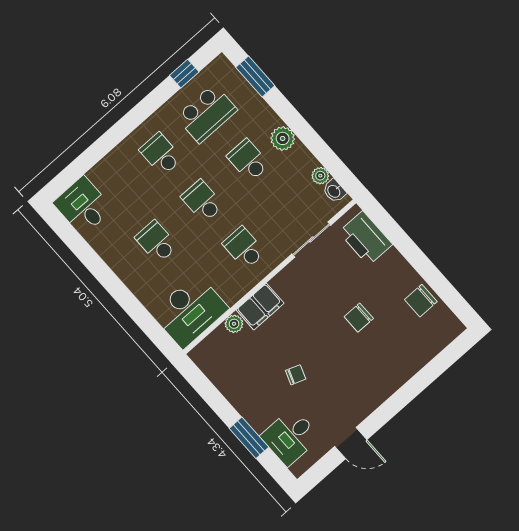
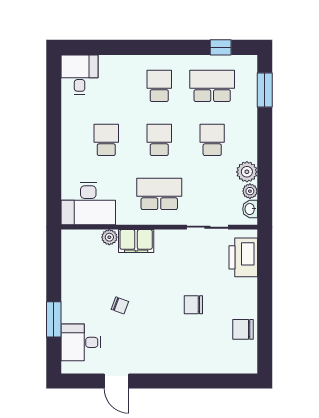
school desk: (207, 113) -> (212, 86), turned 180
plant: (283, 138) -> (247, 172), moved
school desk: (244, 248) -> (159, 194), width x1.85

